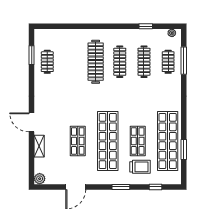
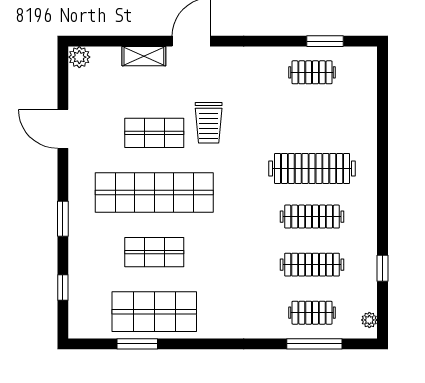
shop shelf: (168, 141) -> (154, 312), width x0.71
trolley: (140, 167) -> (209, 123), moved

